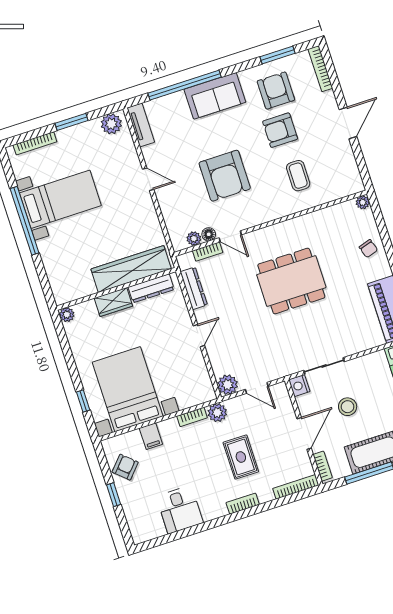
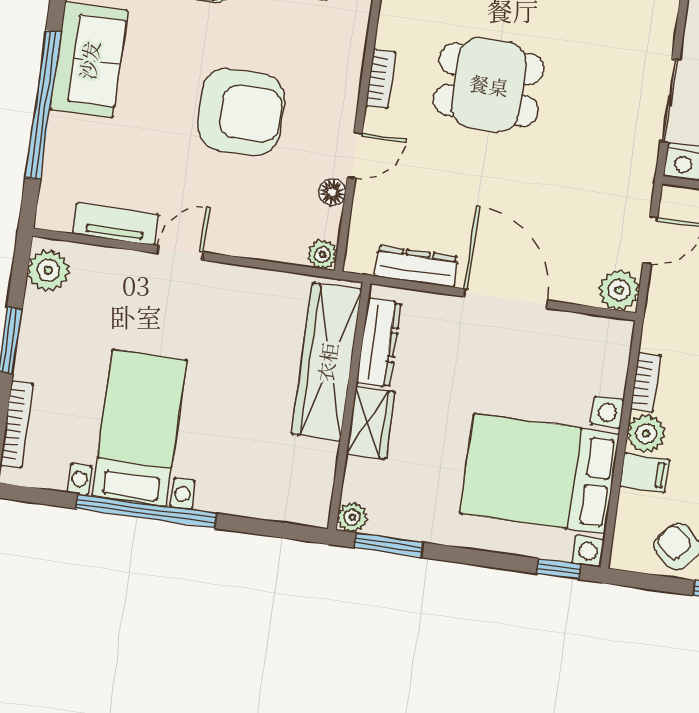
tv unit: (141, 125) -> (116, 224), moved
plant: (194, 239) -> (323, 254), moved
bookcase: (208, 252) -> (381, 79), moved
dining table: (291, 281) -> (489, 85), width x0.73
door: (199, 336) -> (506, 298), width x1.87
window: (62, 337) -> (389, 545), added
window: (83, 401) -> (559, 569), moved
plant: (217, 413) -> (646, 434), moved

